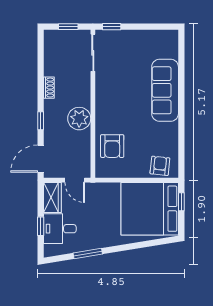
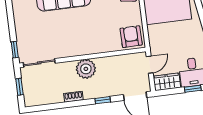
plant: (79, 119) -> (86, 69), moved
armchair: (112, 146) -> (131, 37), moved, turned -91

